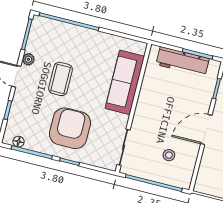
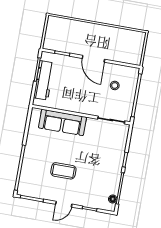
plant: (28, 59) -> (50, 196), removed
armchair: (70, 128) -> (100, 161), removed

